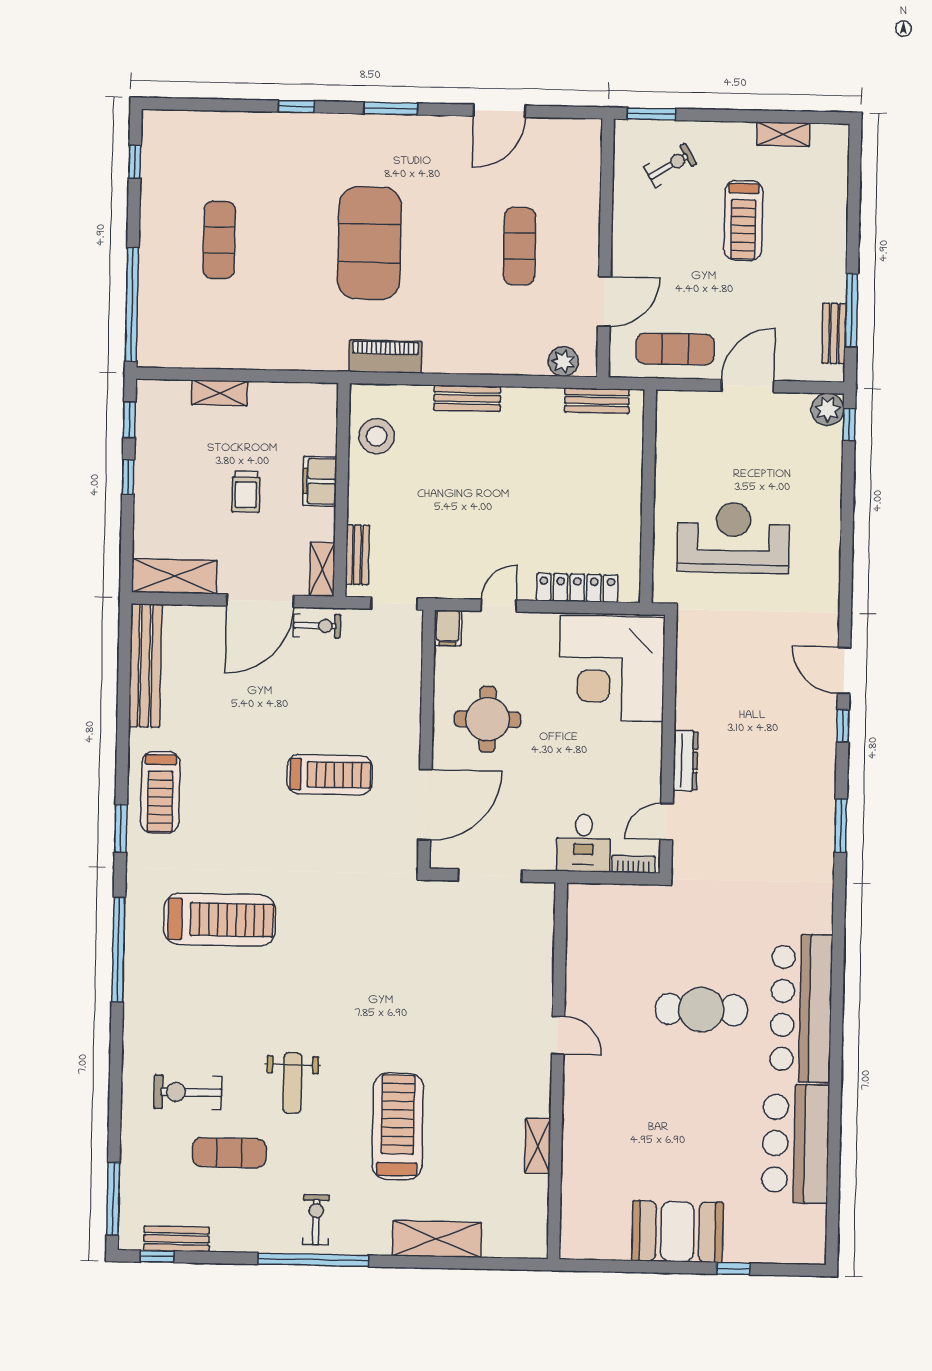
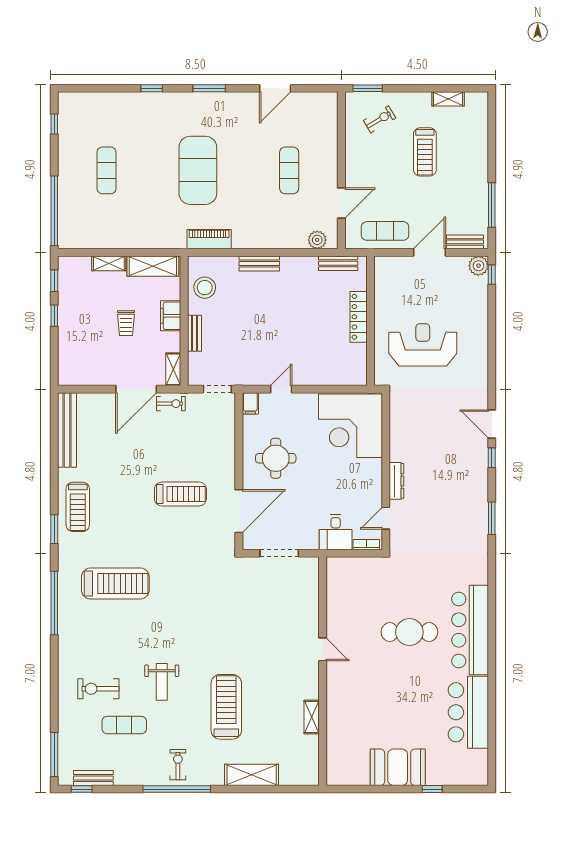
bench: (834, 333) -> (465, 242), moved, turned 90
bench: (357, 555) -> (195, 333), moved
shelving: (174, 576) -> (153, 266), moved
locker: (577, 588) -> (359, 317), moved, turned -90

